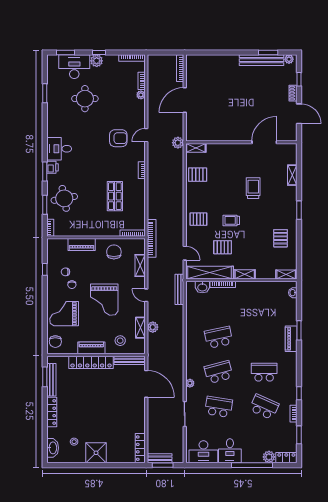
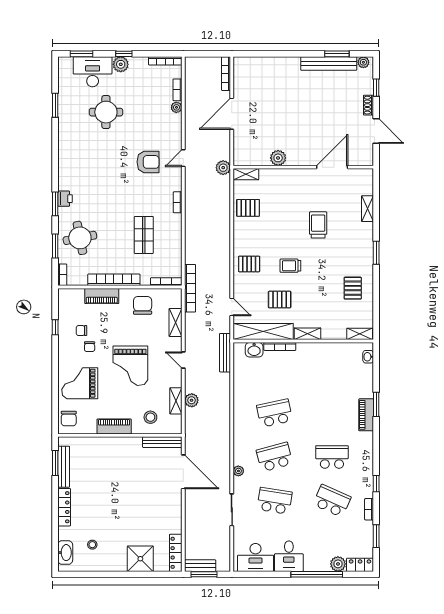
plant: (221, 135) -> (278, 158), added
desk: (59, 149) -> (73, 175), removed
bookcase: (91, 232) -> (114, 280), added
locker: (91, 362) -> (114, 445), removed
shower: (96, 453) -> (140, 559), moved

